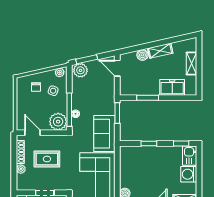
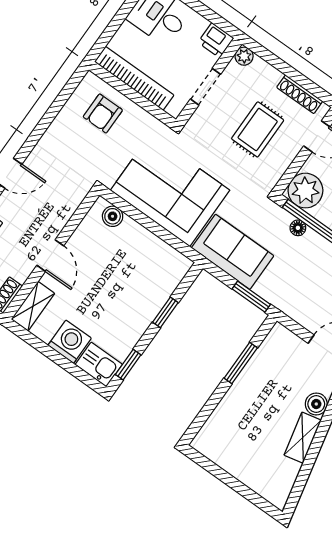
shelving: (192, 63) -> (246, 474), removed
freezer: (172, 87) -> (229, 415), removed
plant: (21, 169) -> (244, 56), moved

